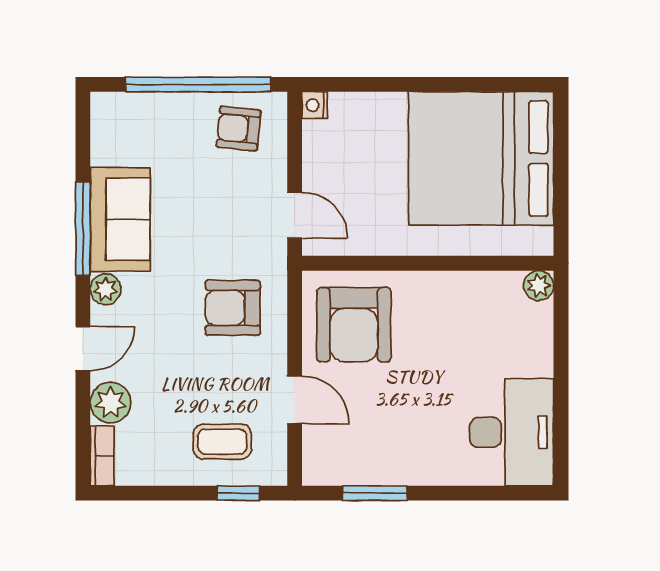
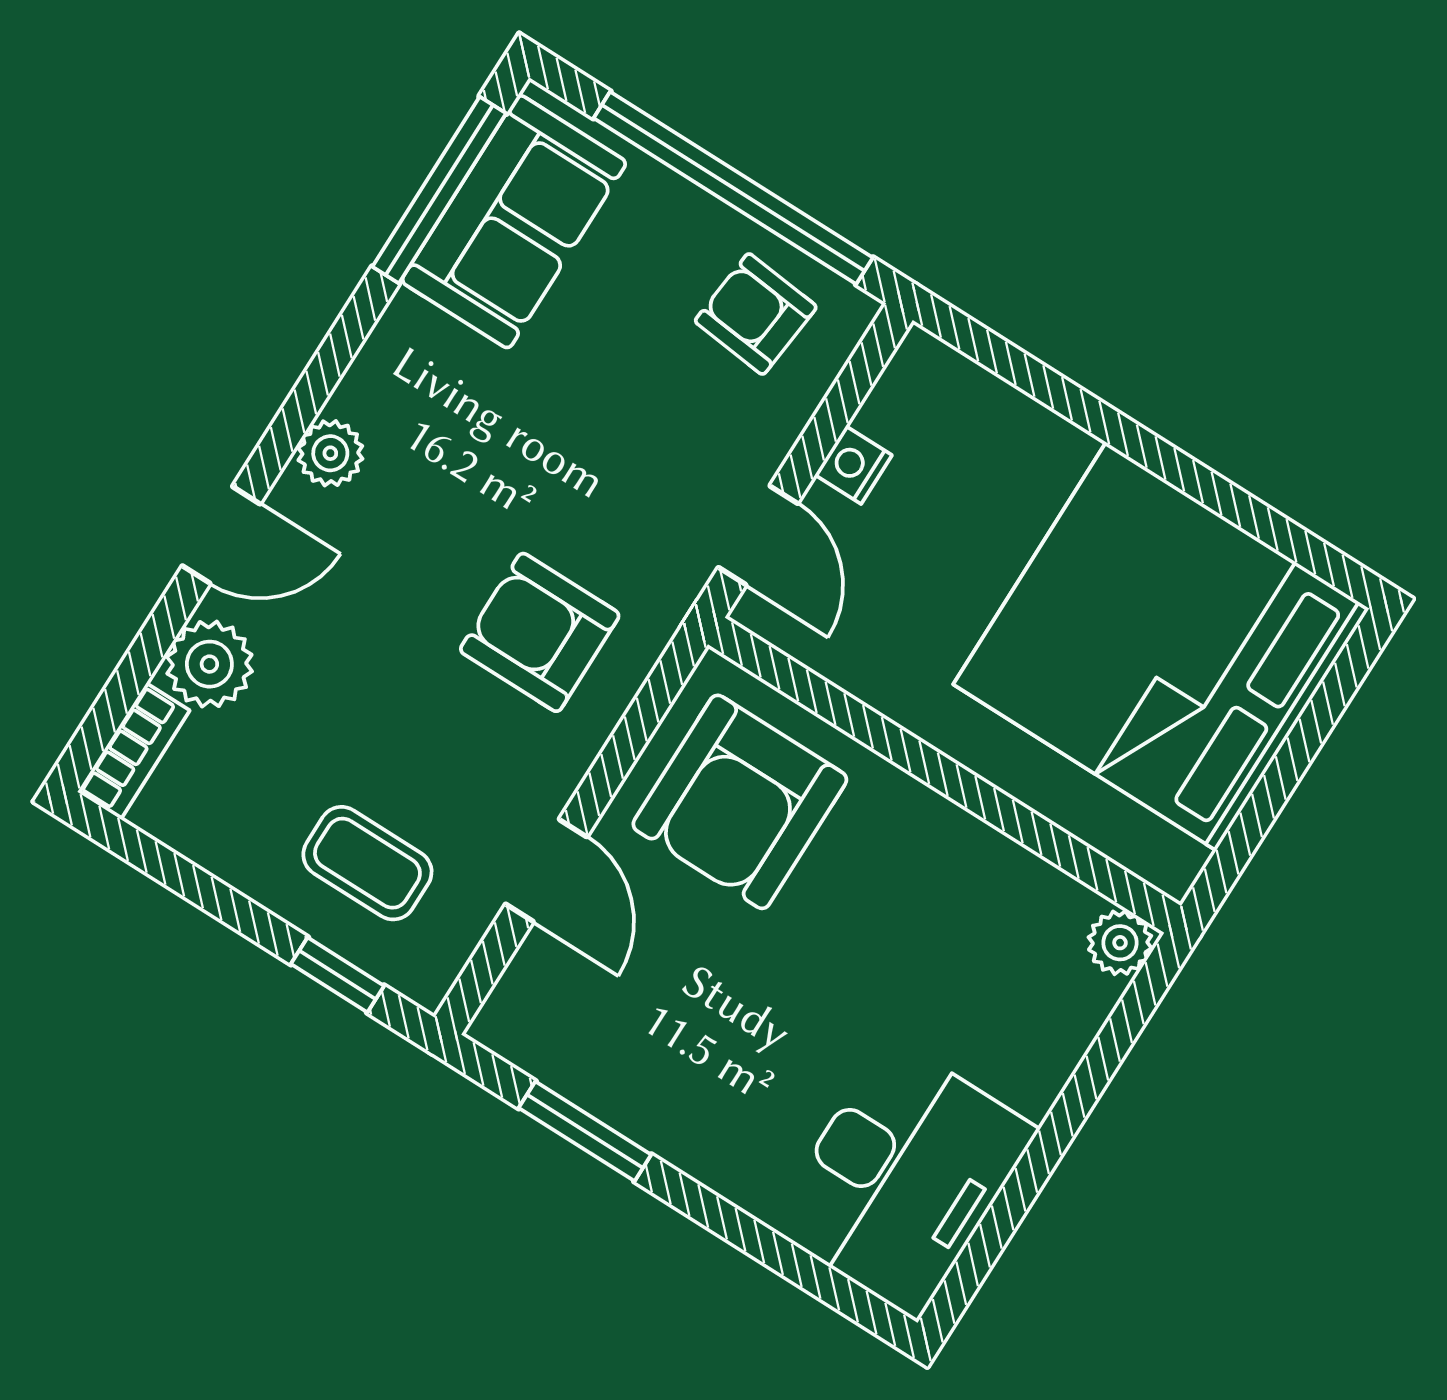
nightstand: (315, 105) -> (853, 465), moved
sofa: (120, 219) -> (514, 222), moved
window: (83, 229) -> (439, 190), moved

